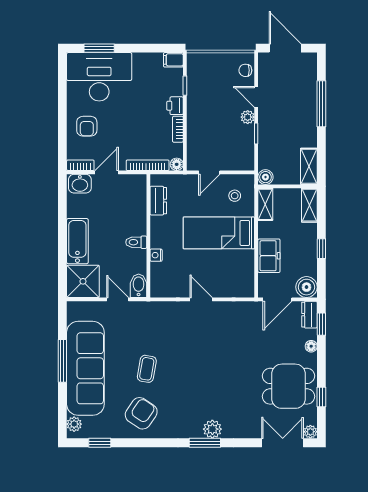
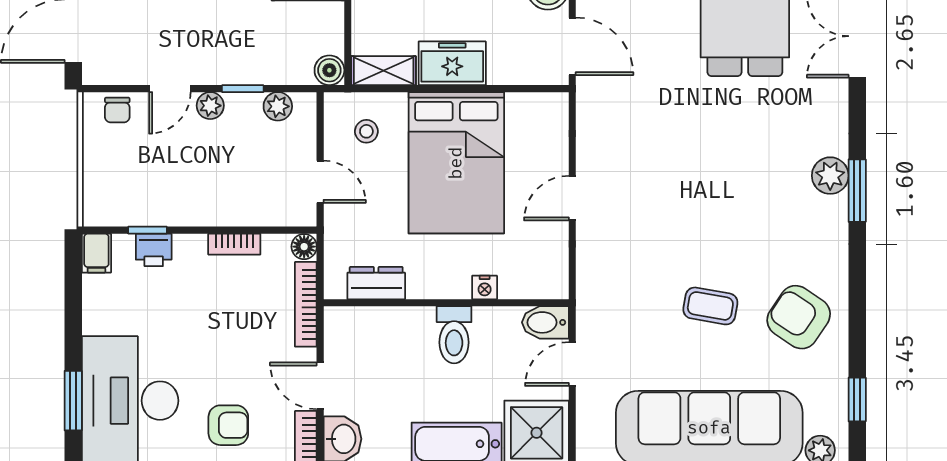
printer: (175, 106) -> (154, 250), moved
plant: (247, 151) -> (278, 106), added
bed: (219, 233) -> (456, 163), width x1.50
toilet: (136, 242) -> (454, 335), width x1.37, depth x1.39
freezer: (269, 256) -> (452, 63), moved

